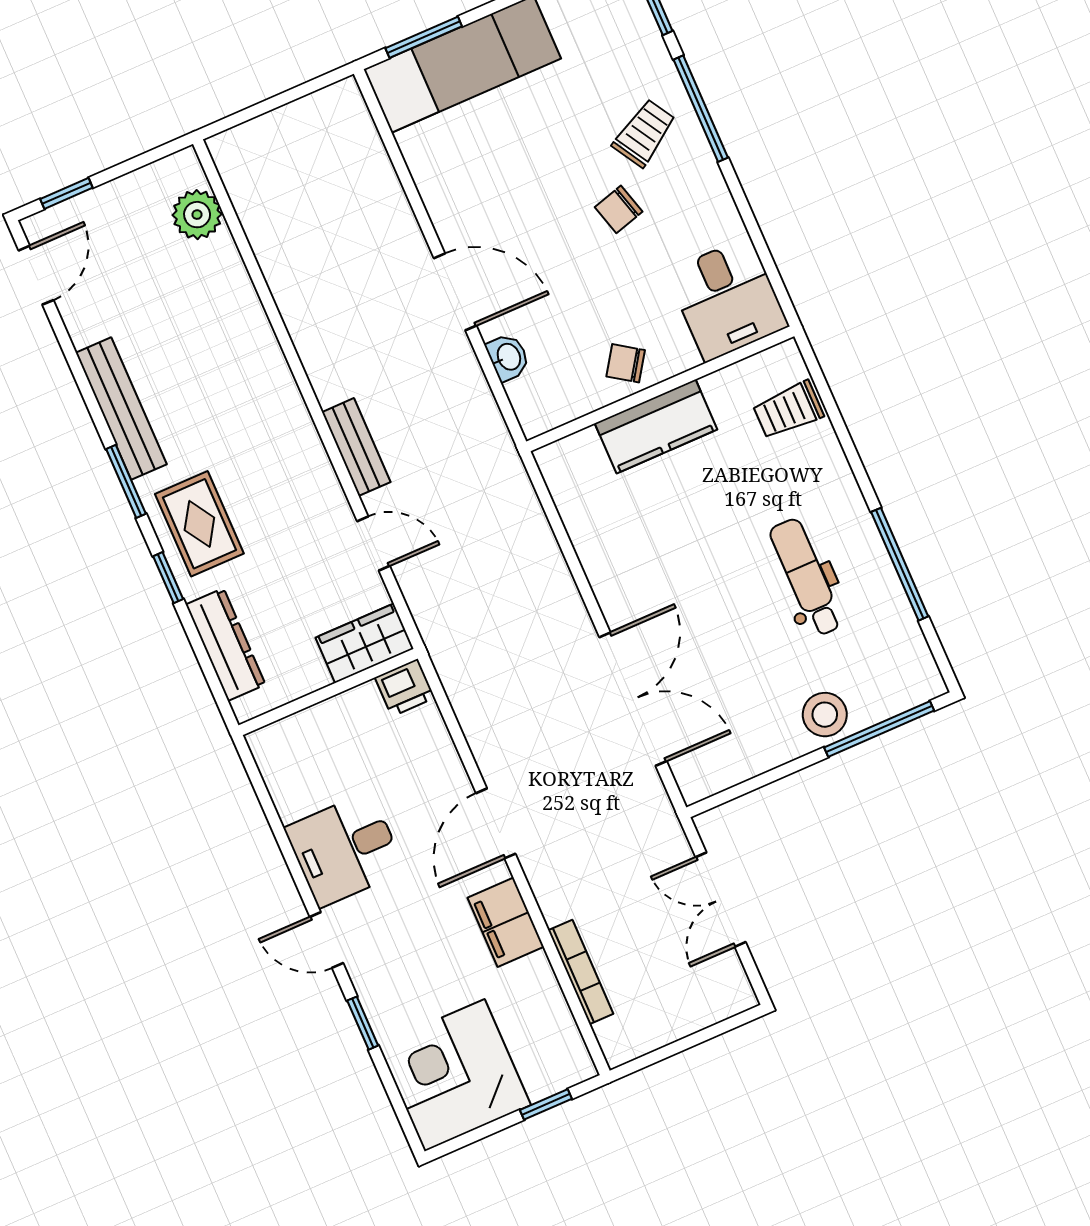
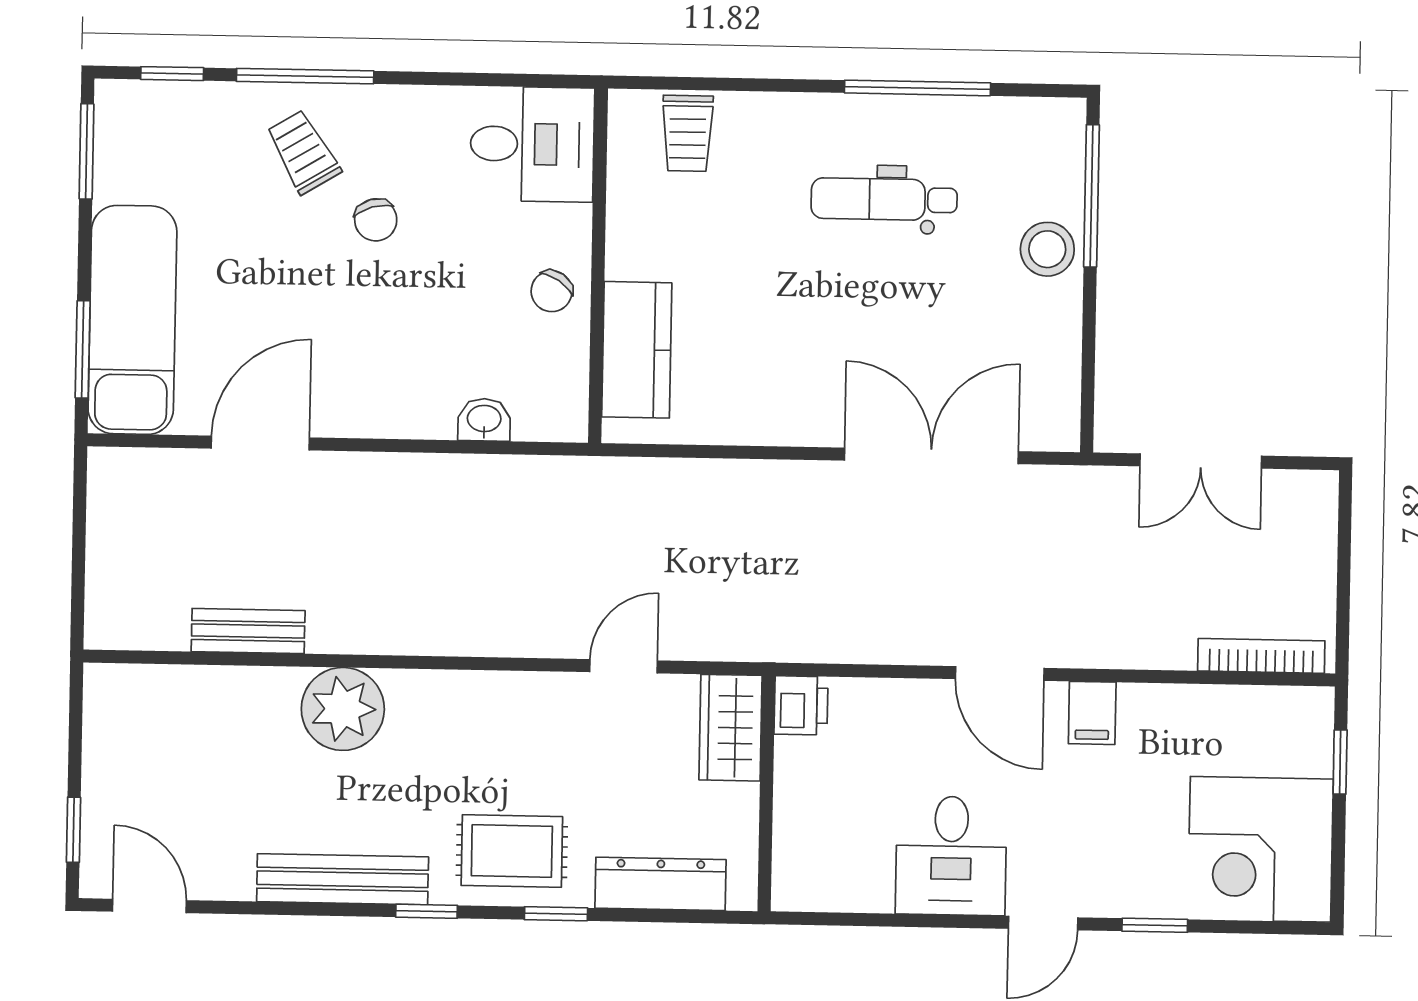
plant: (197, 215) -> (343, 709), moved, width x1.36, depth x1.36
door: (455, 292) -> (260, 443), moved
kitchen counter: (656, 426) -> (637, 350), moved
bench: (356, 447) -> (248, 631), moved
window: (126, 481) -> (427, 911), width x0.67
filing cabinet: (506, 922) -> (1092, 713), width x0.50
bookcase: (581, 972) -> (1261, 656), moved

